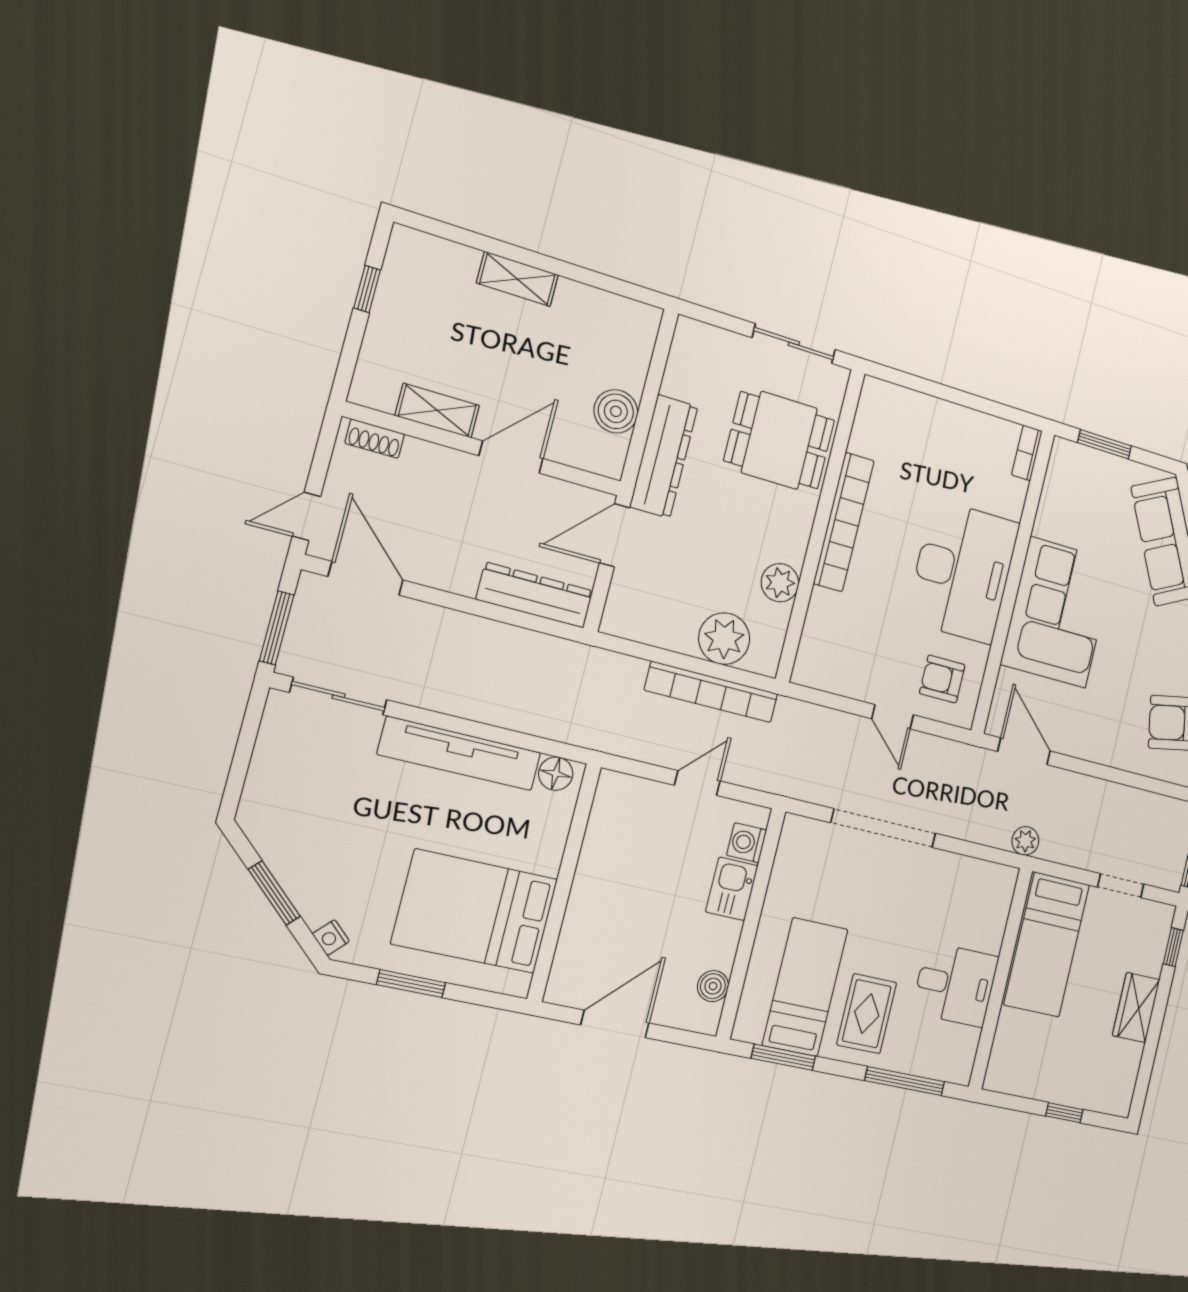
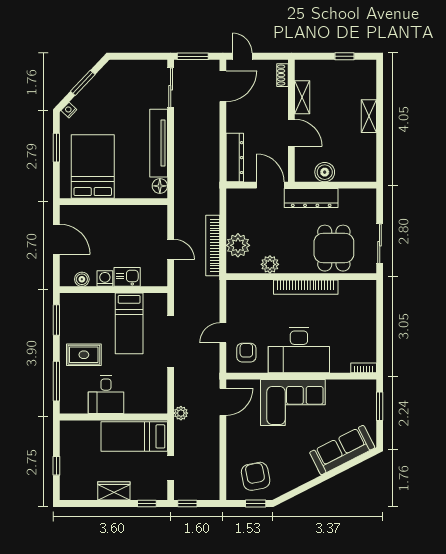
washing machine: (747, 843) -> (105, 279), moved
bed: (805, 987) -> (129, 323), moved, turned 90

